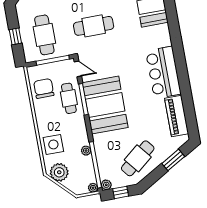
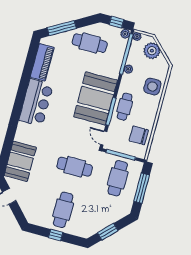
window: (15, 36) -> (142, 188), width x2.17
chair: (44, 88) -> (139, 135), turned 90
cafe table: (69, 98) -> (125, 107), moved
cafe table: (138, 158) -> (90, 43), turned 39
window: (173, 160) -> (62, 28), width x1.44
plant: (59, 172) -> (152, 51), moved

